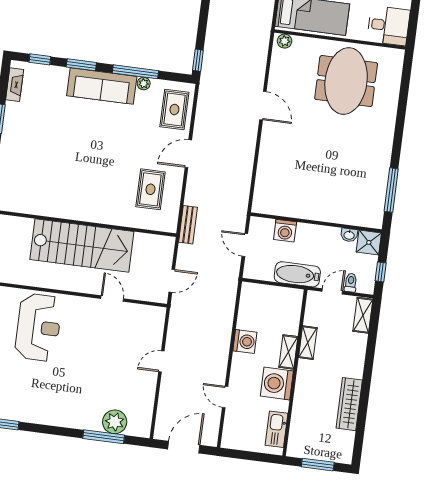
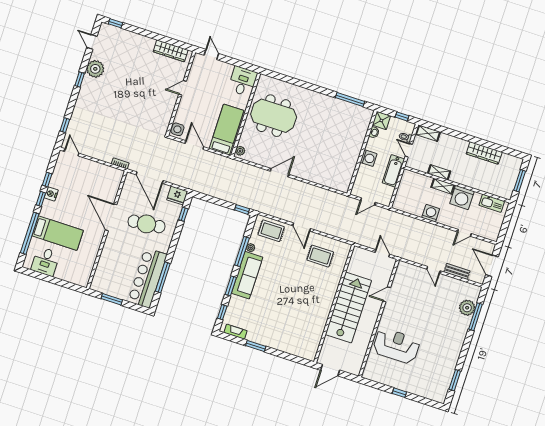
bench: (188, 225) -> (457, 271), moved
washing machine: (285, 231) -> (369, 158), moved

